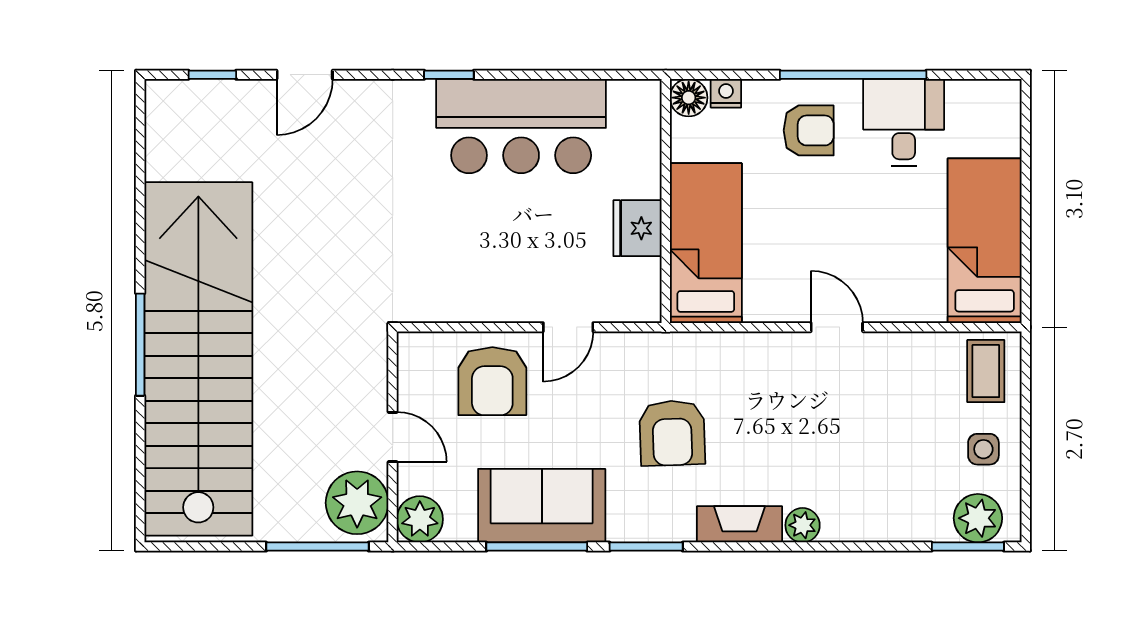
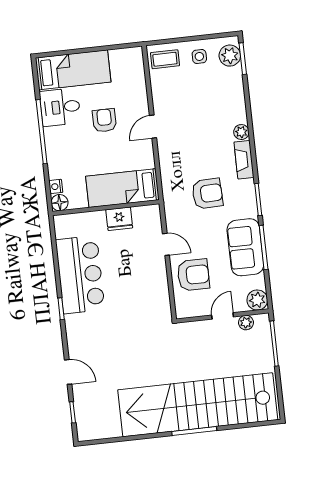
armchair: (809, 130) -> (104, 120), moved
bed: (985, 241) -> (73, 70), moved, turned 180
plant: (357, 503) -> (246, 323), width x0.53, depth x0.53

